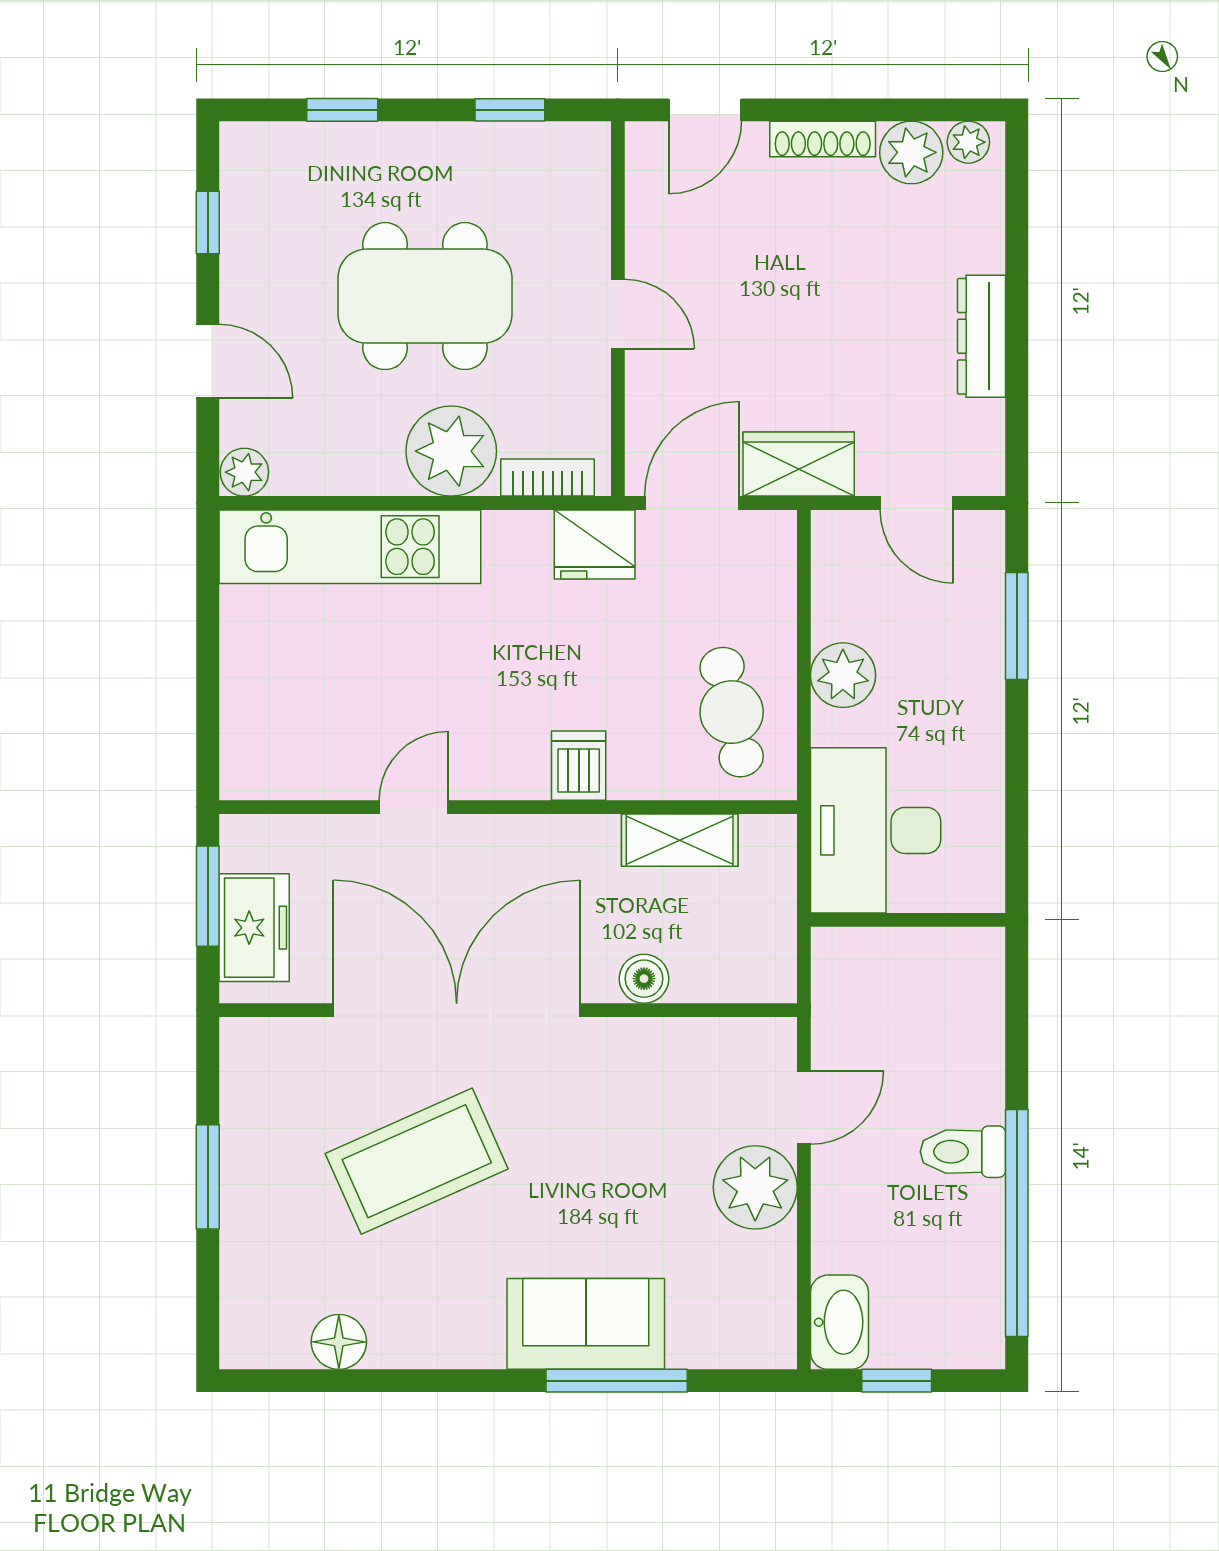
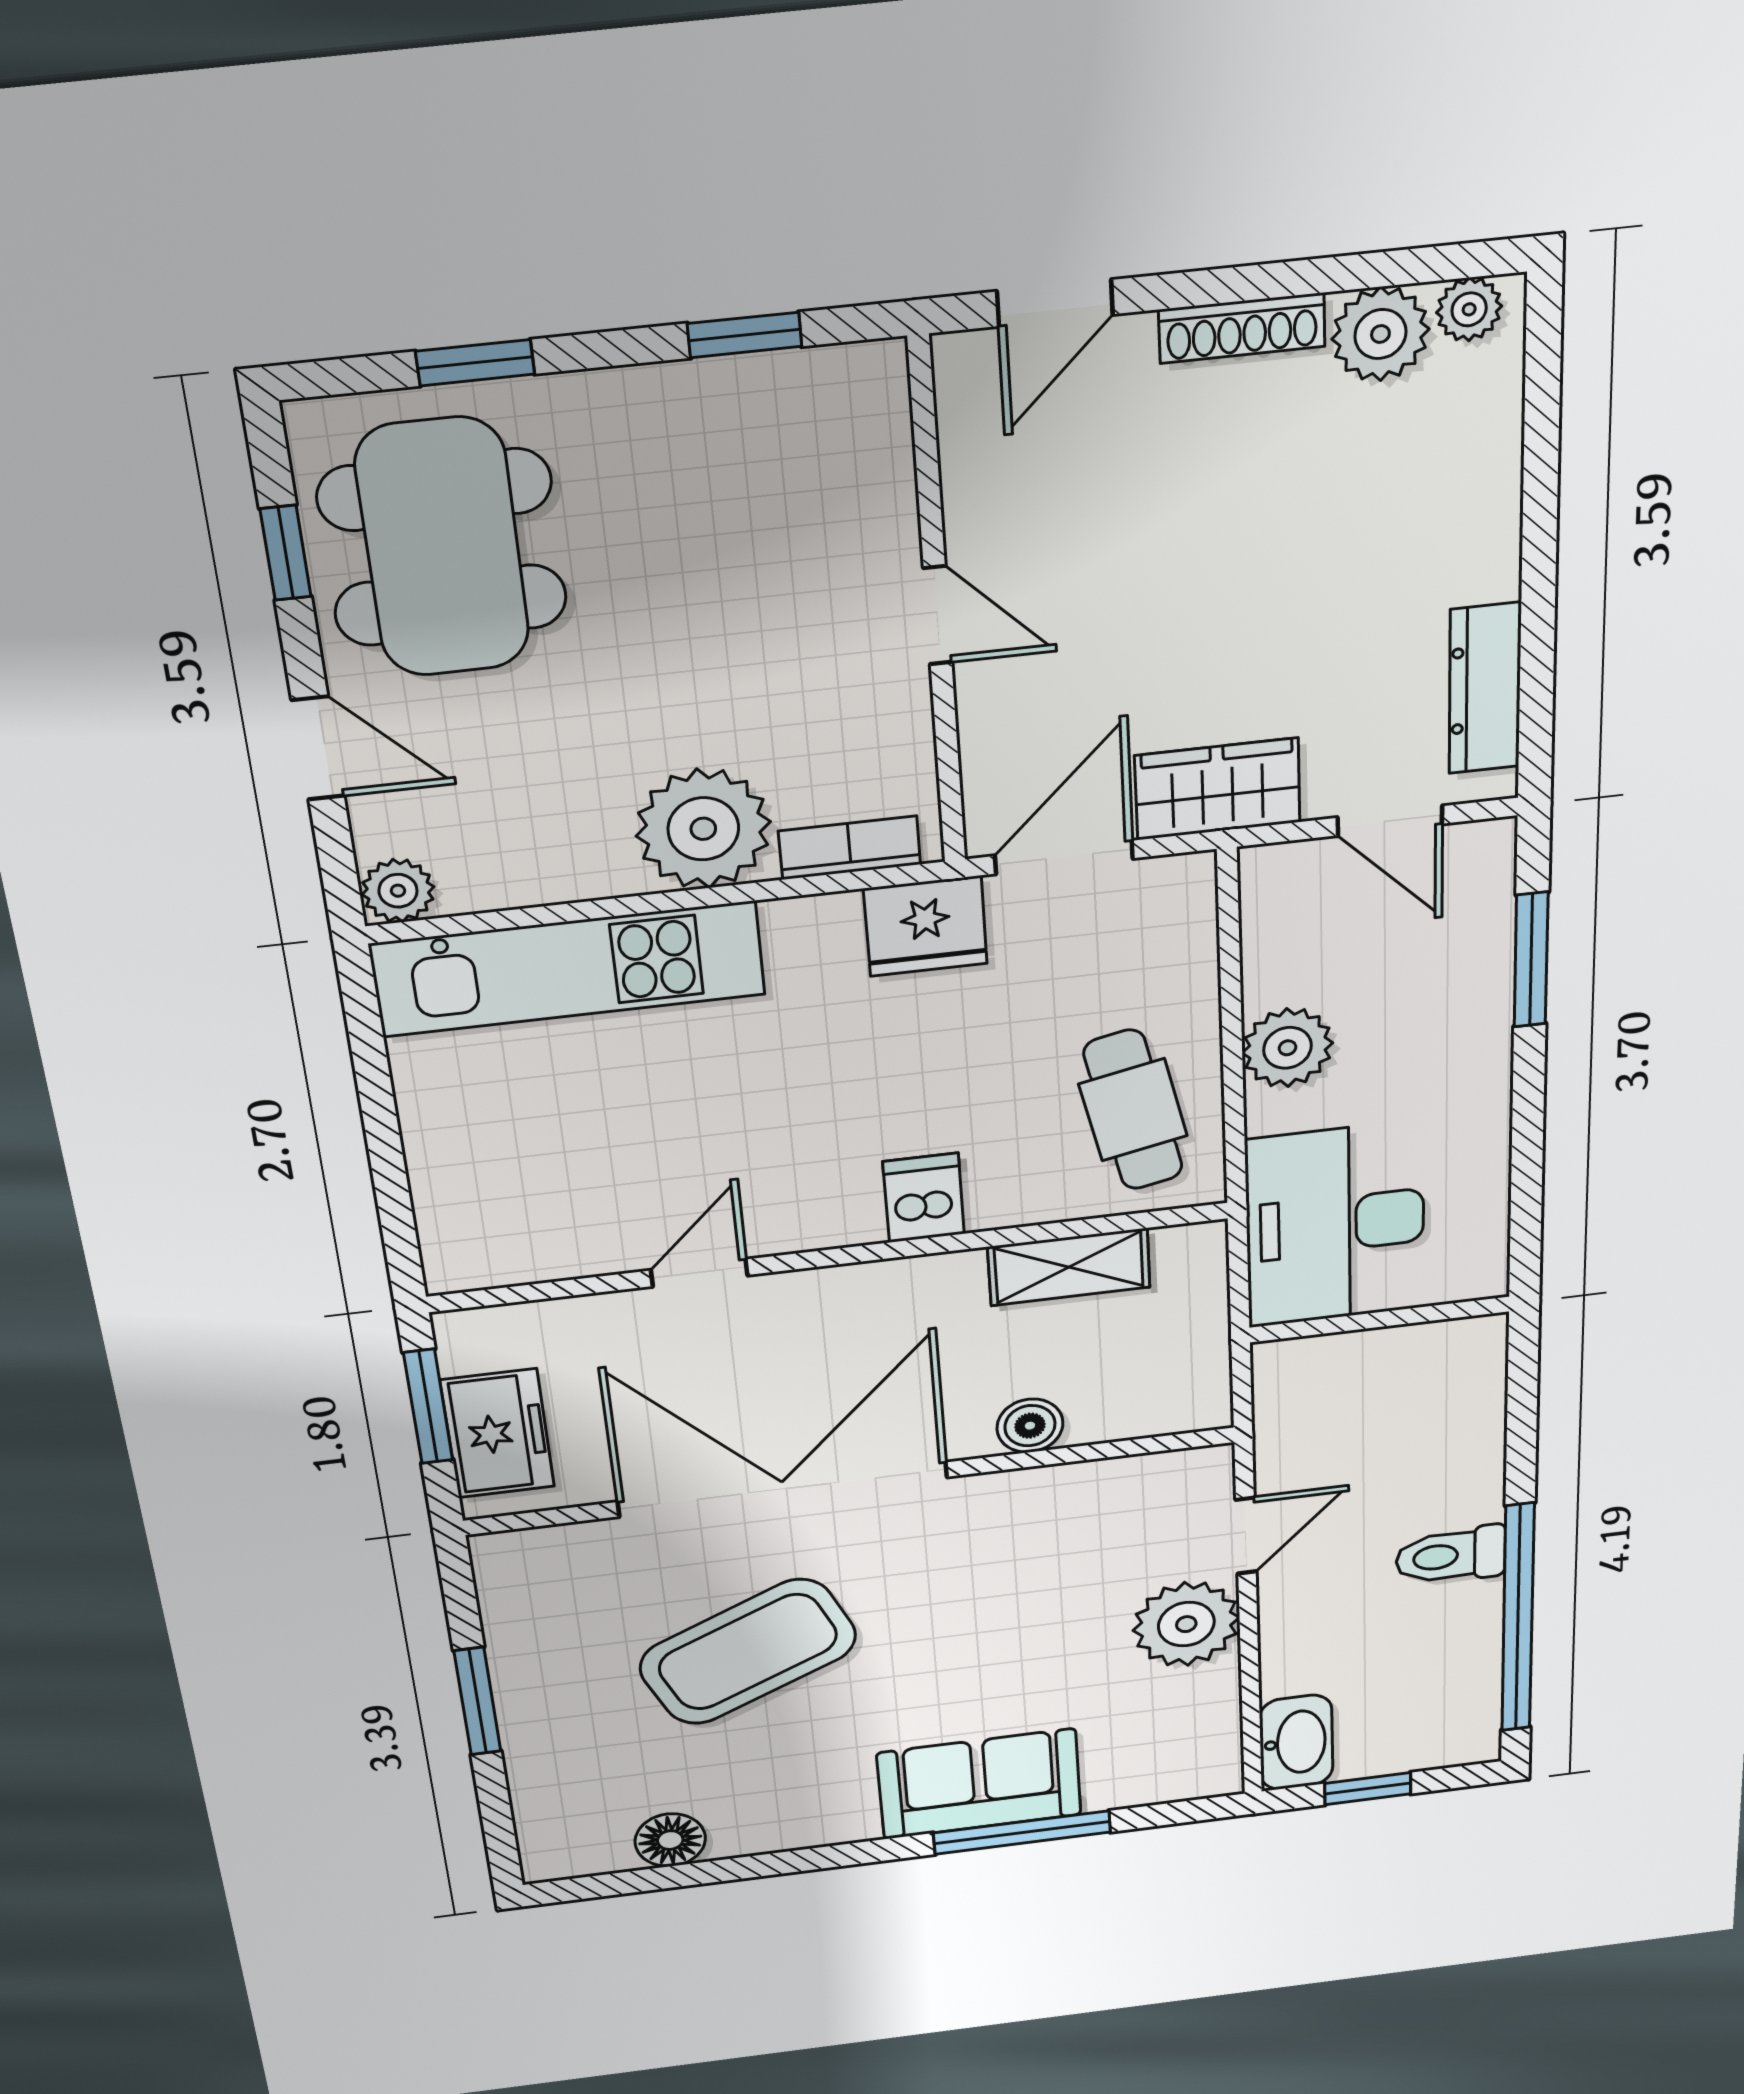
dining table: (425, 296) -> (443, 548), moved, turned 90
dresser: (982, 336) -> (1485, 688), moved

